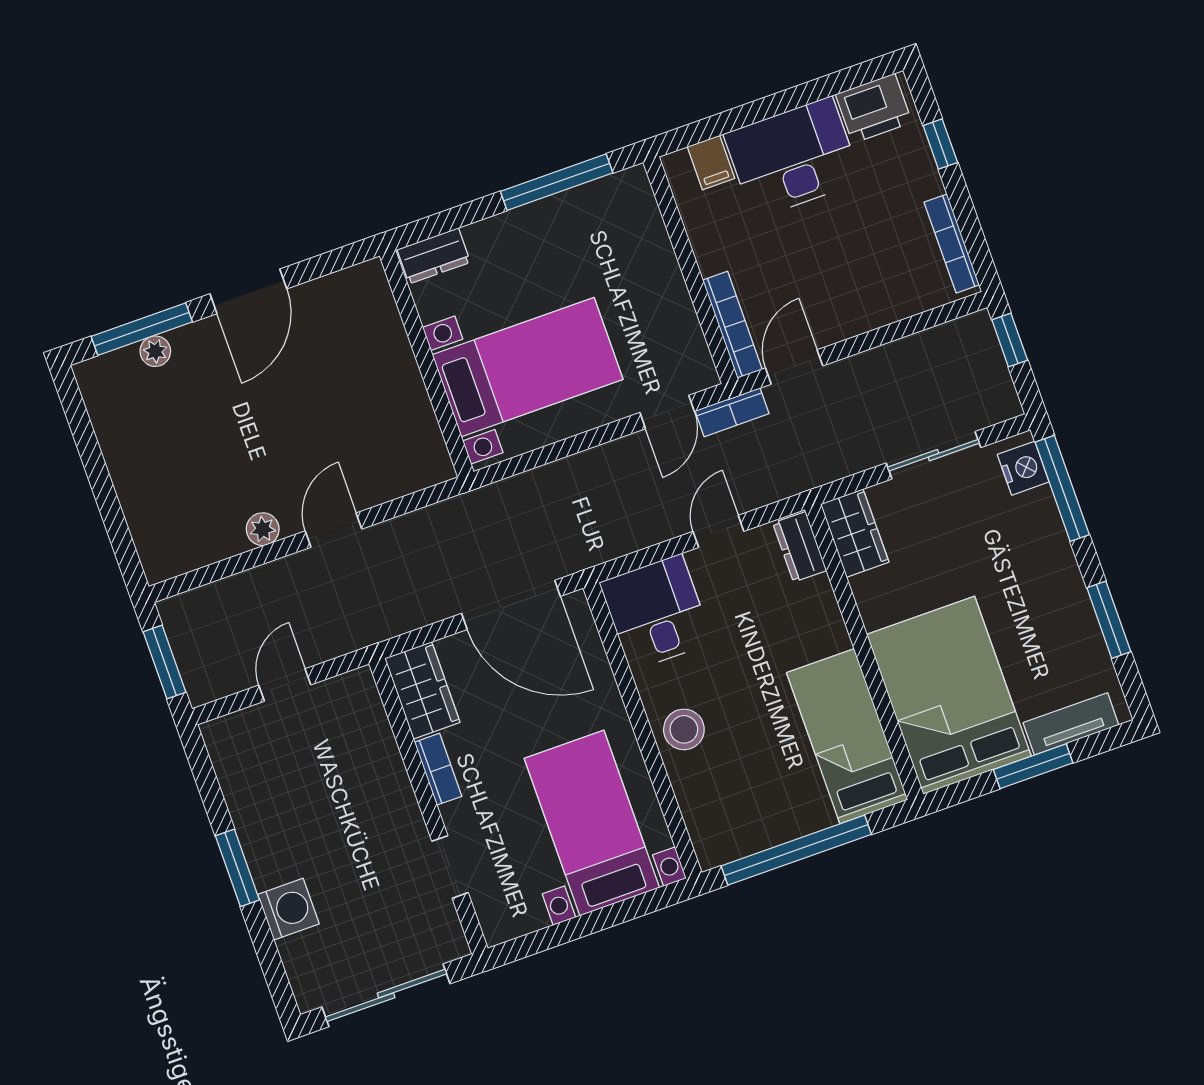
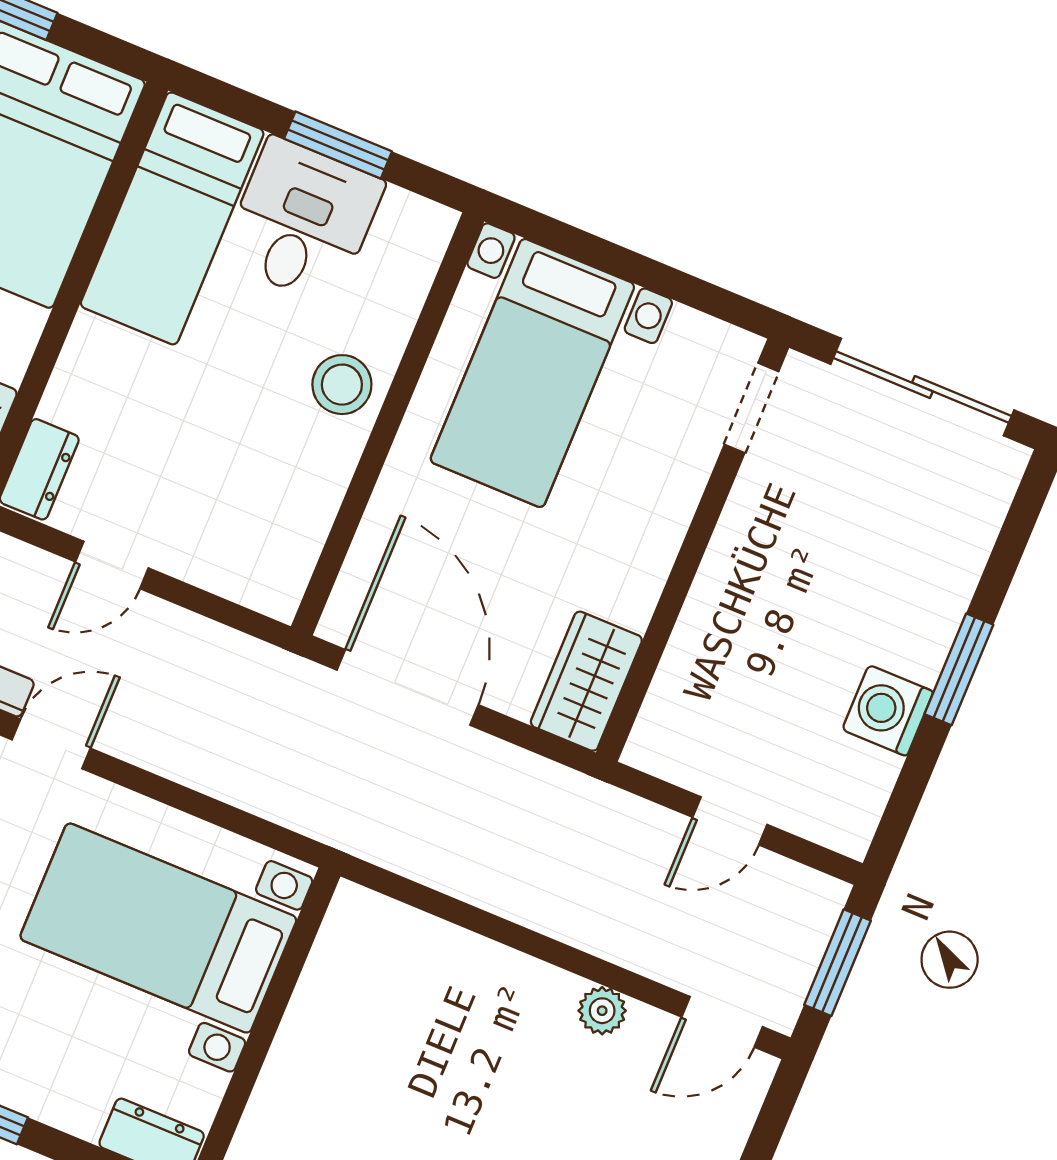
door: (334, 530) -> (722, 1022), moved
desk: (656, 612) -> (302, 221), moved, turned 180
bookcase: (438, 769) -> (646, 581), removed
window: (796, 850) -> (338, 145), width x0.47
doorway: (450, 867) -> (751, 408), moved
washing machine: (288, 909) -> (888, 711), moved

